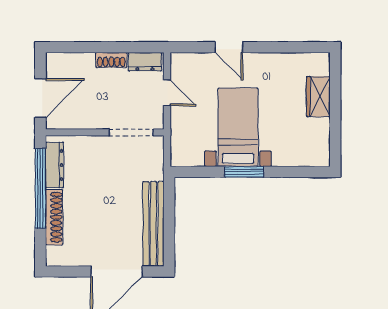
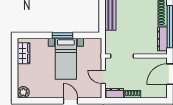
plant: (319, 64) -> (23, 92), added
wardrobe: (318, 97) -> (24, 53), moved

